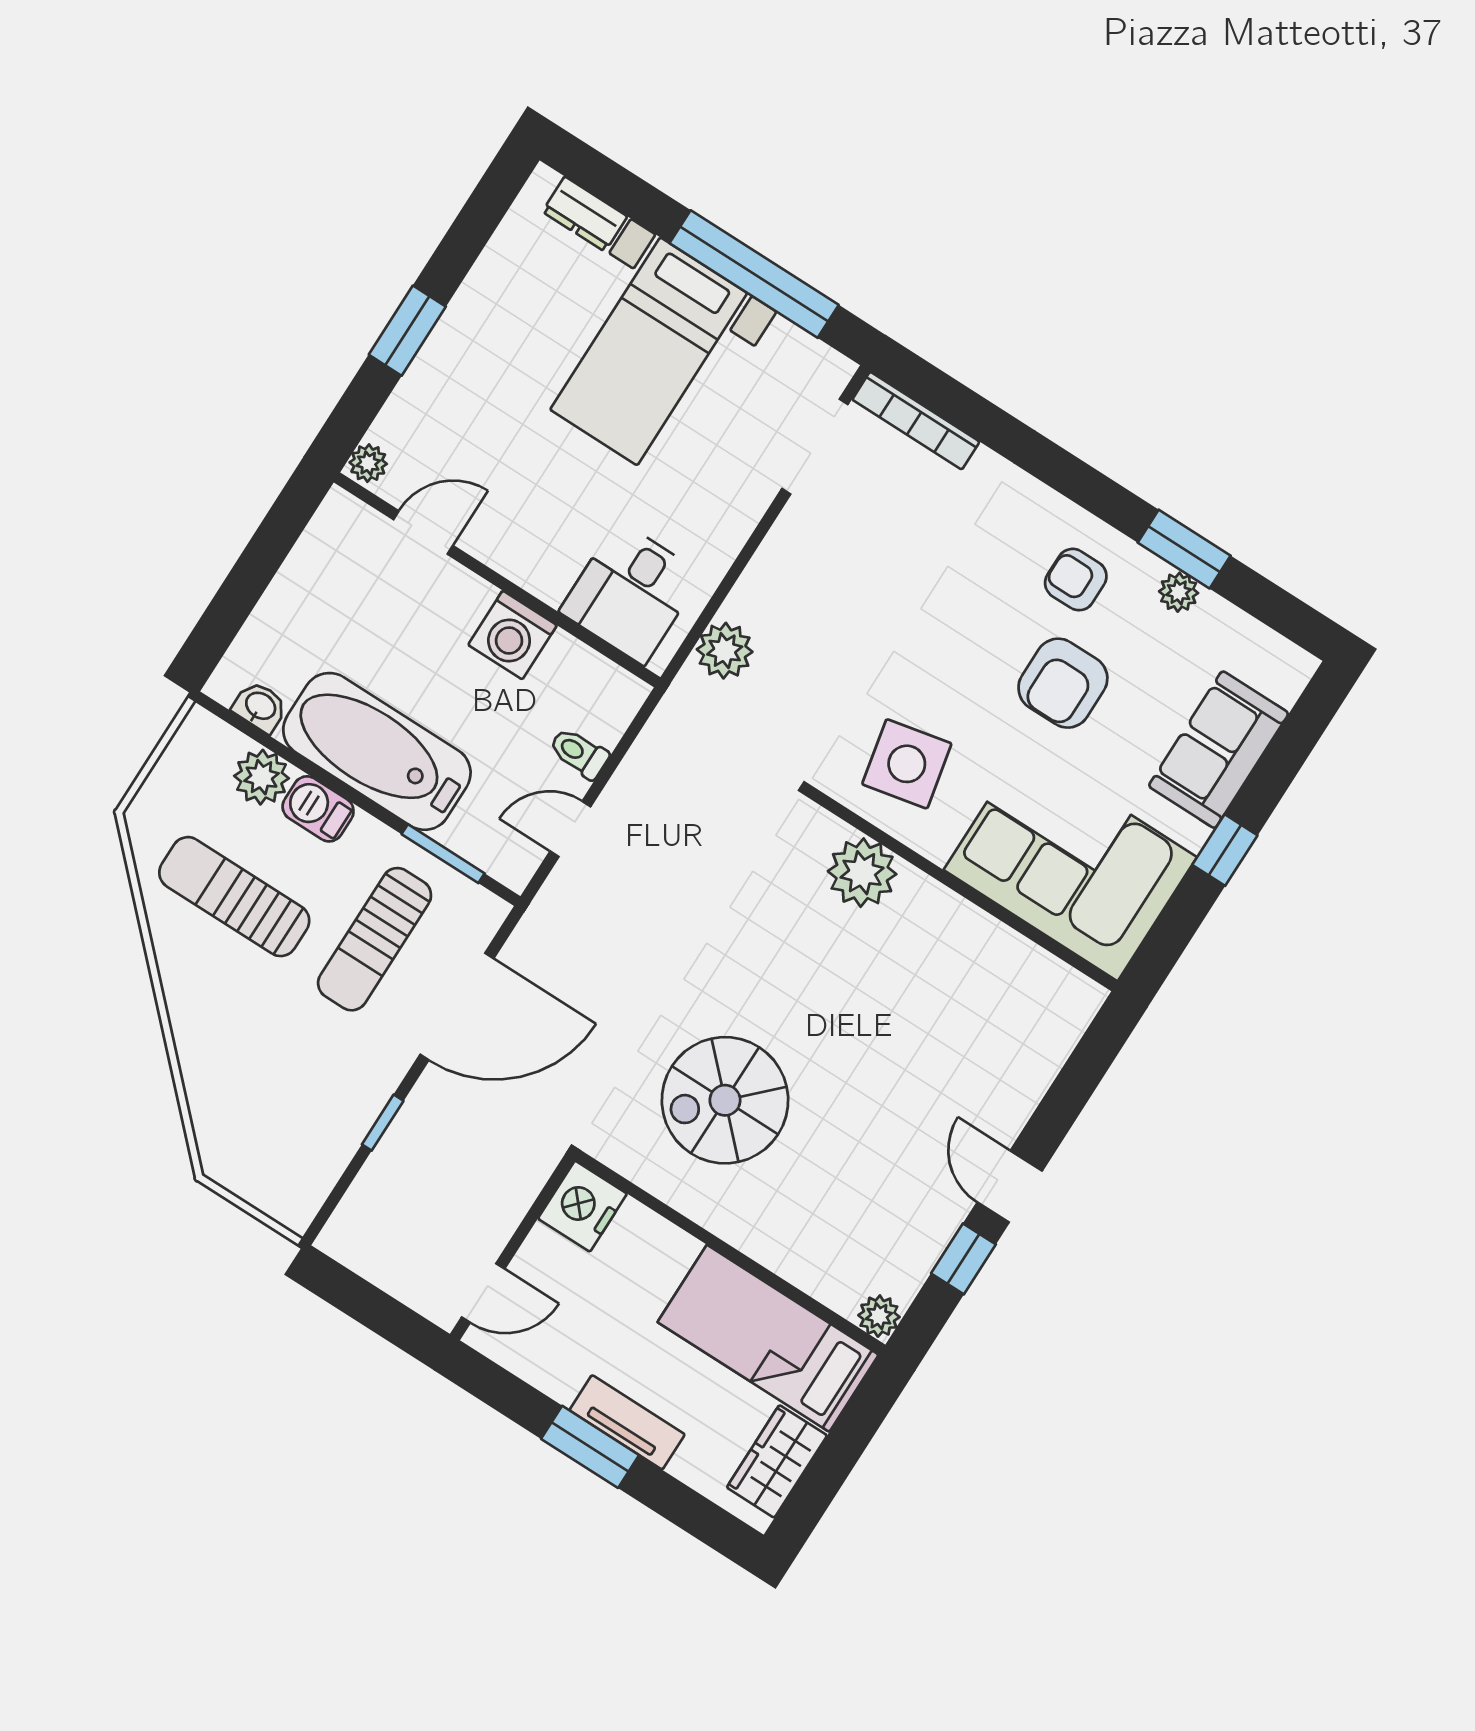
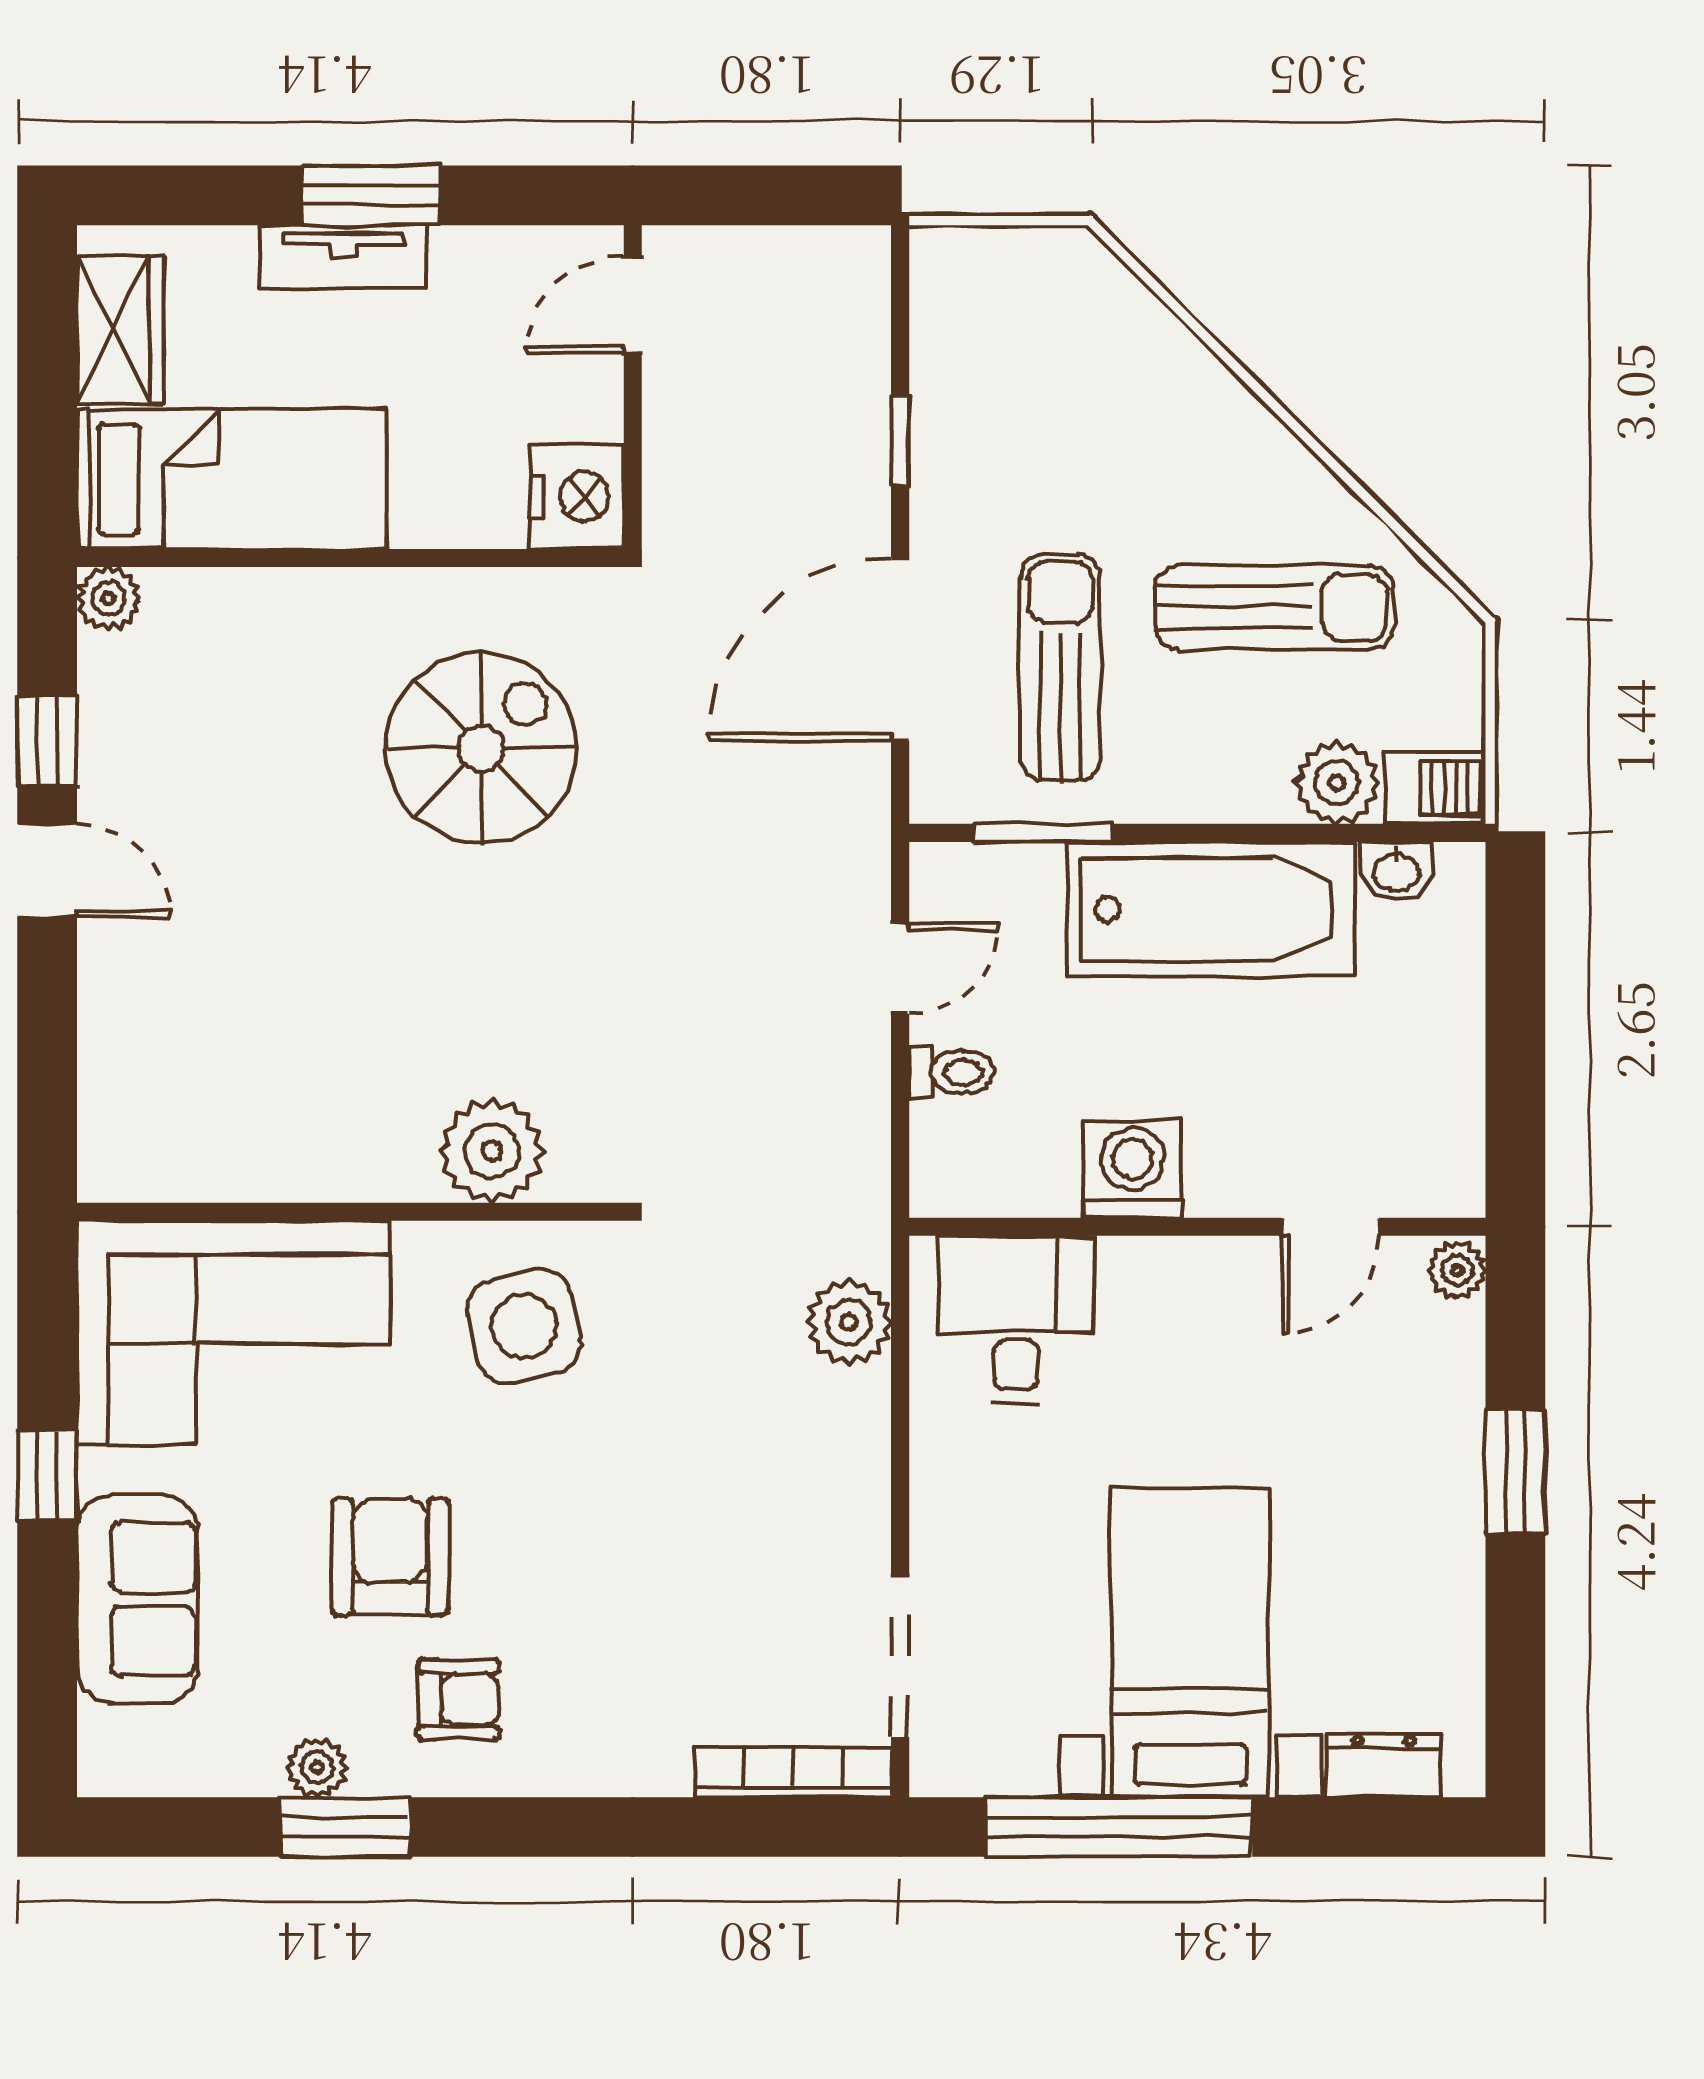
barbecue: (318, 809) -> (1435, 788), moved

